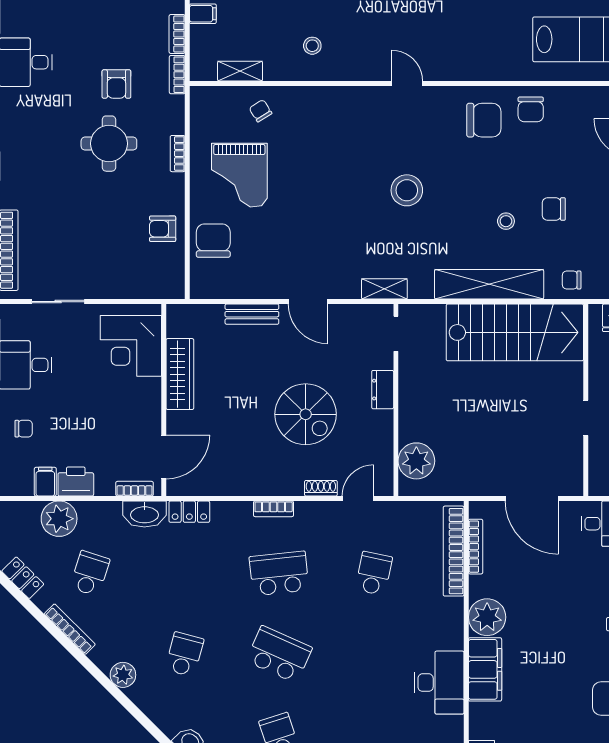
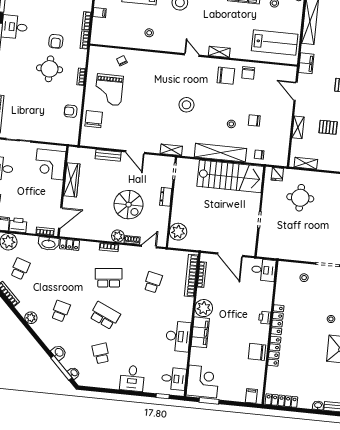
shelving: (240, 71) -> (219, 52), moved
plant: (290, 483) -> (118, 236), added

